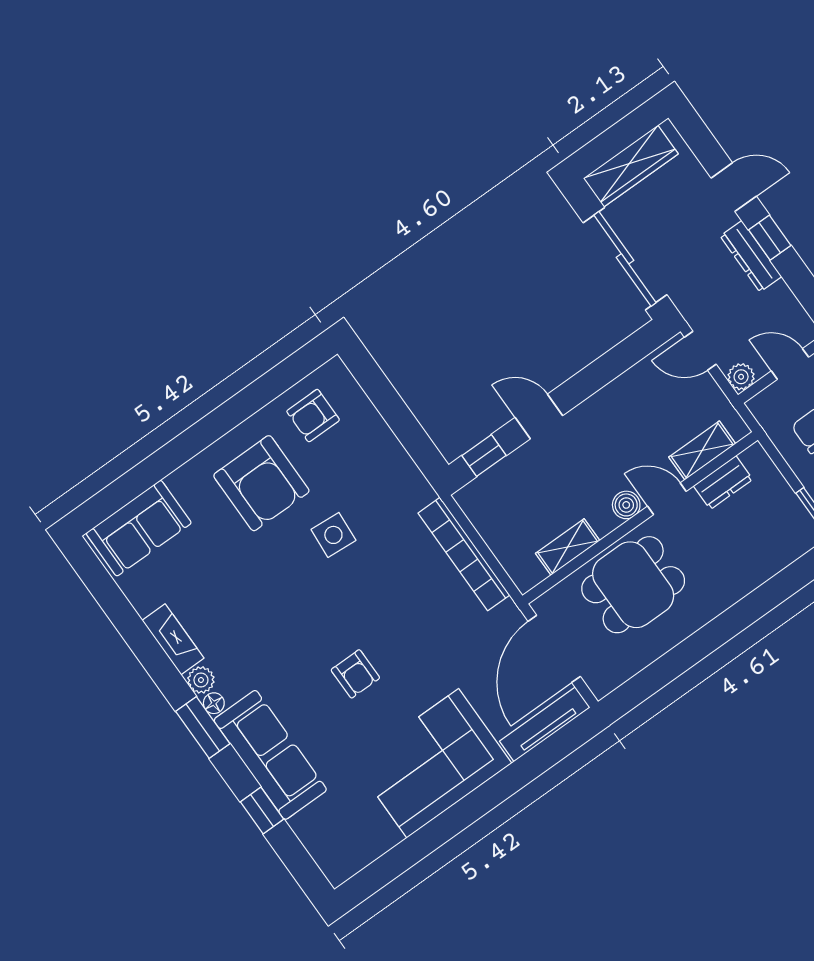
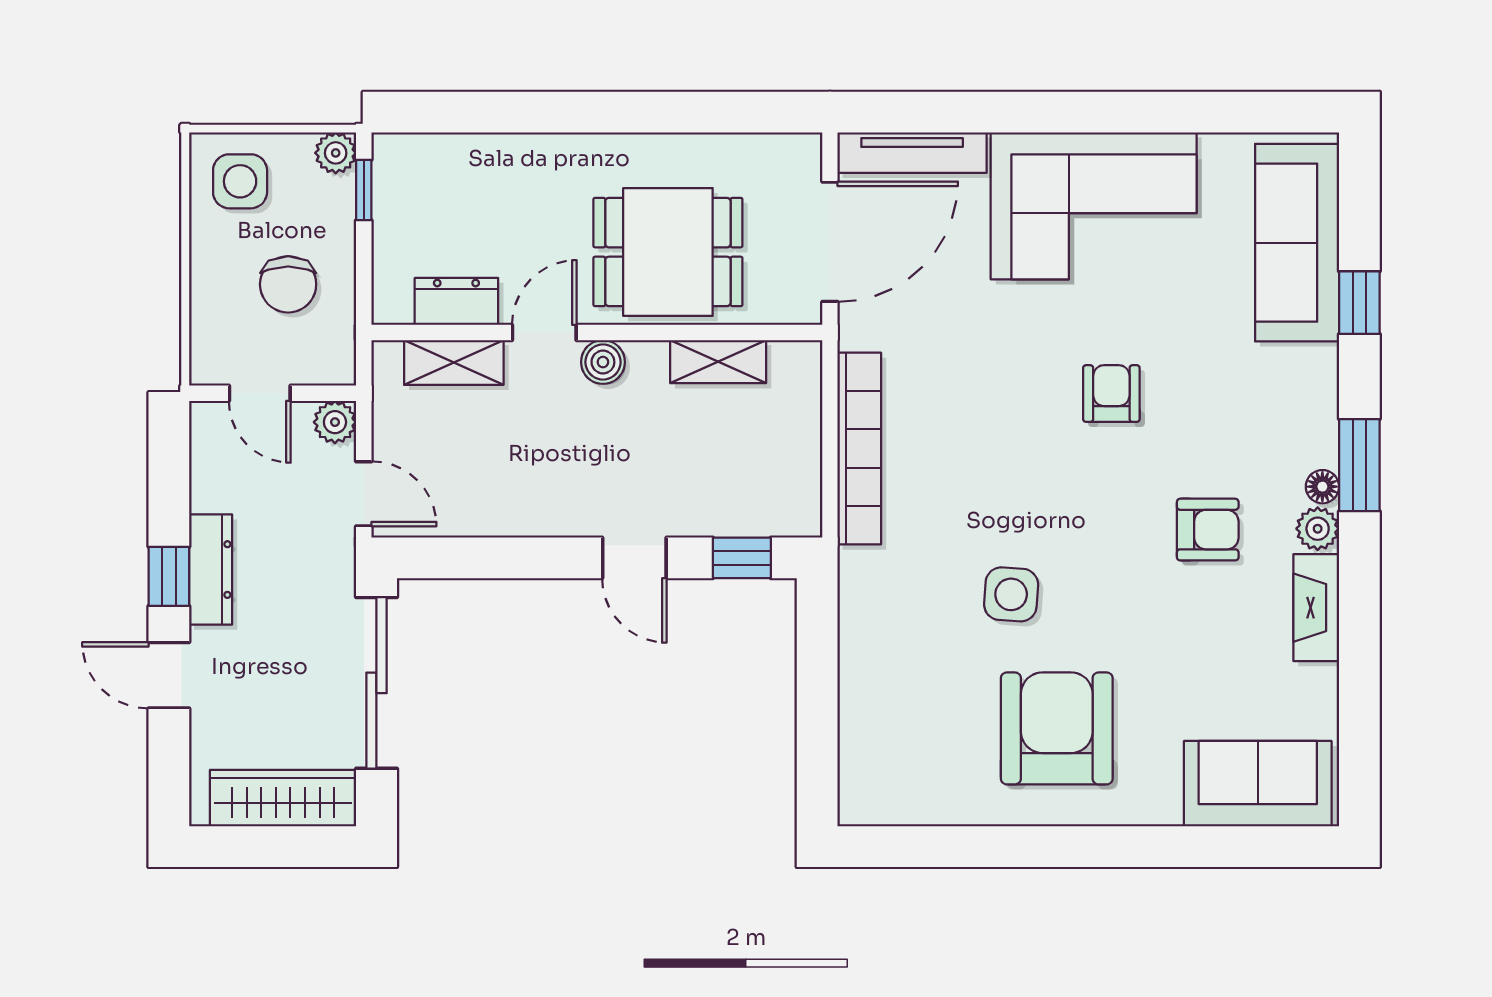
armchair: (313, 416) -> (1208, 530), moved
door: (667, 499) -> (544, 332), swing flipped
sofa: (270, 755) -> (1297, 243), moved

